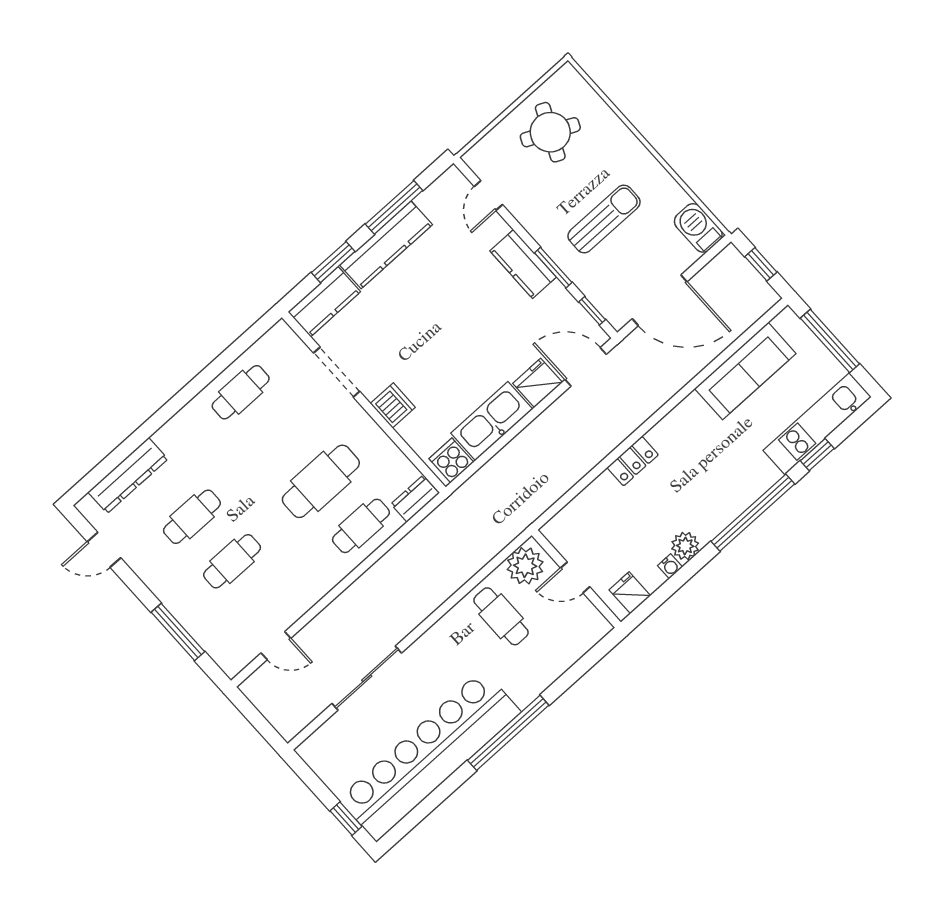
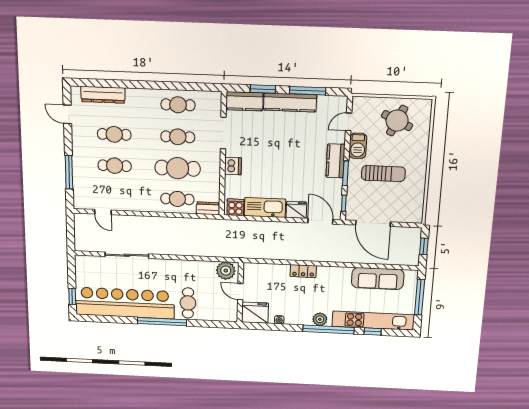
barbecue: (698, 228) -> (358, 146), moved, turned 180
kitchen unit: (817, 424) -> (373, 321), width x1.36
cafe table: (281, 437) -> (178, 137), added
plant: (685, 546) -> (320, 319), moved
fridge: (630, 593) -> (255, 313), width x1.88, depth x1.34
cafe table: (501, 616) -> (188, 303), moved

